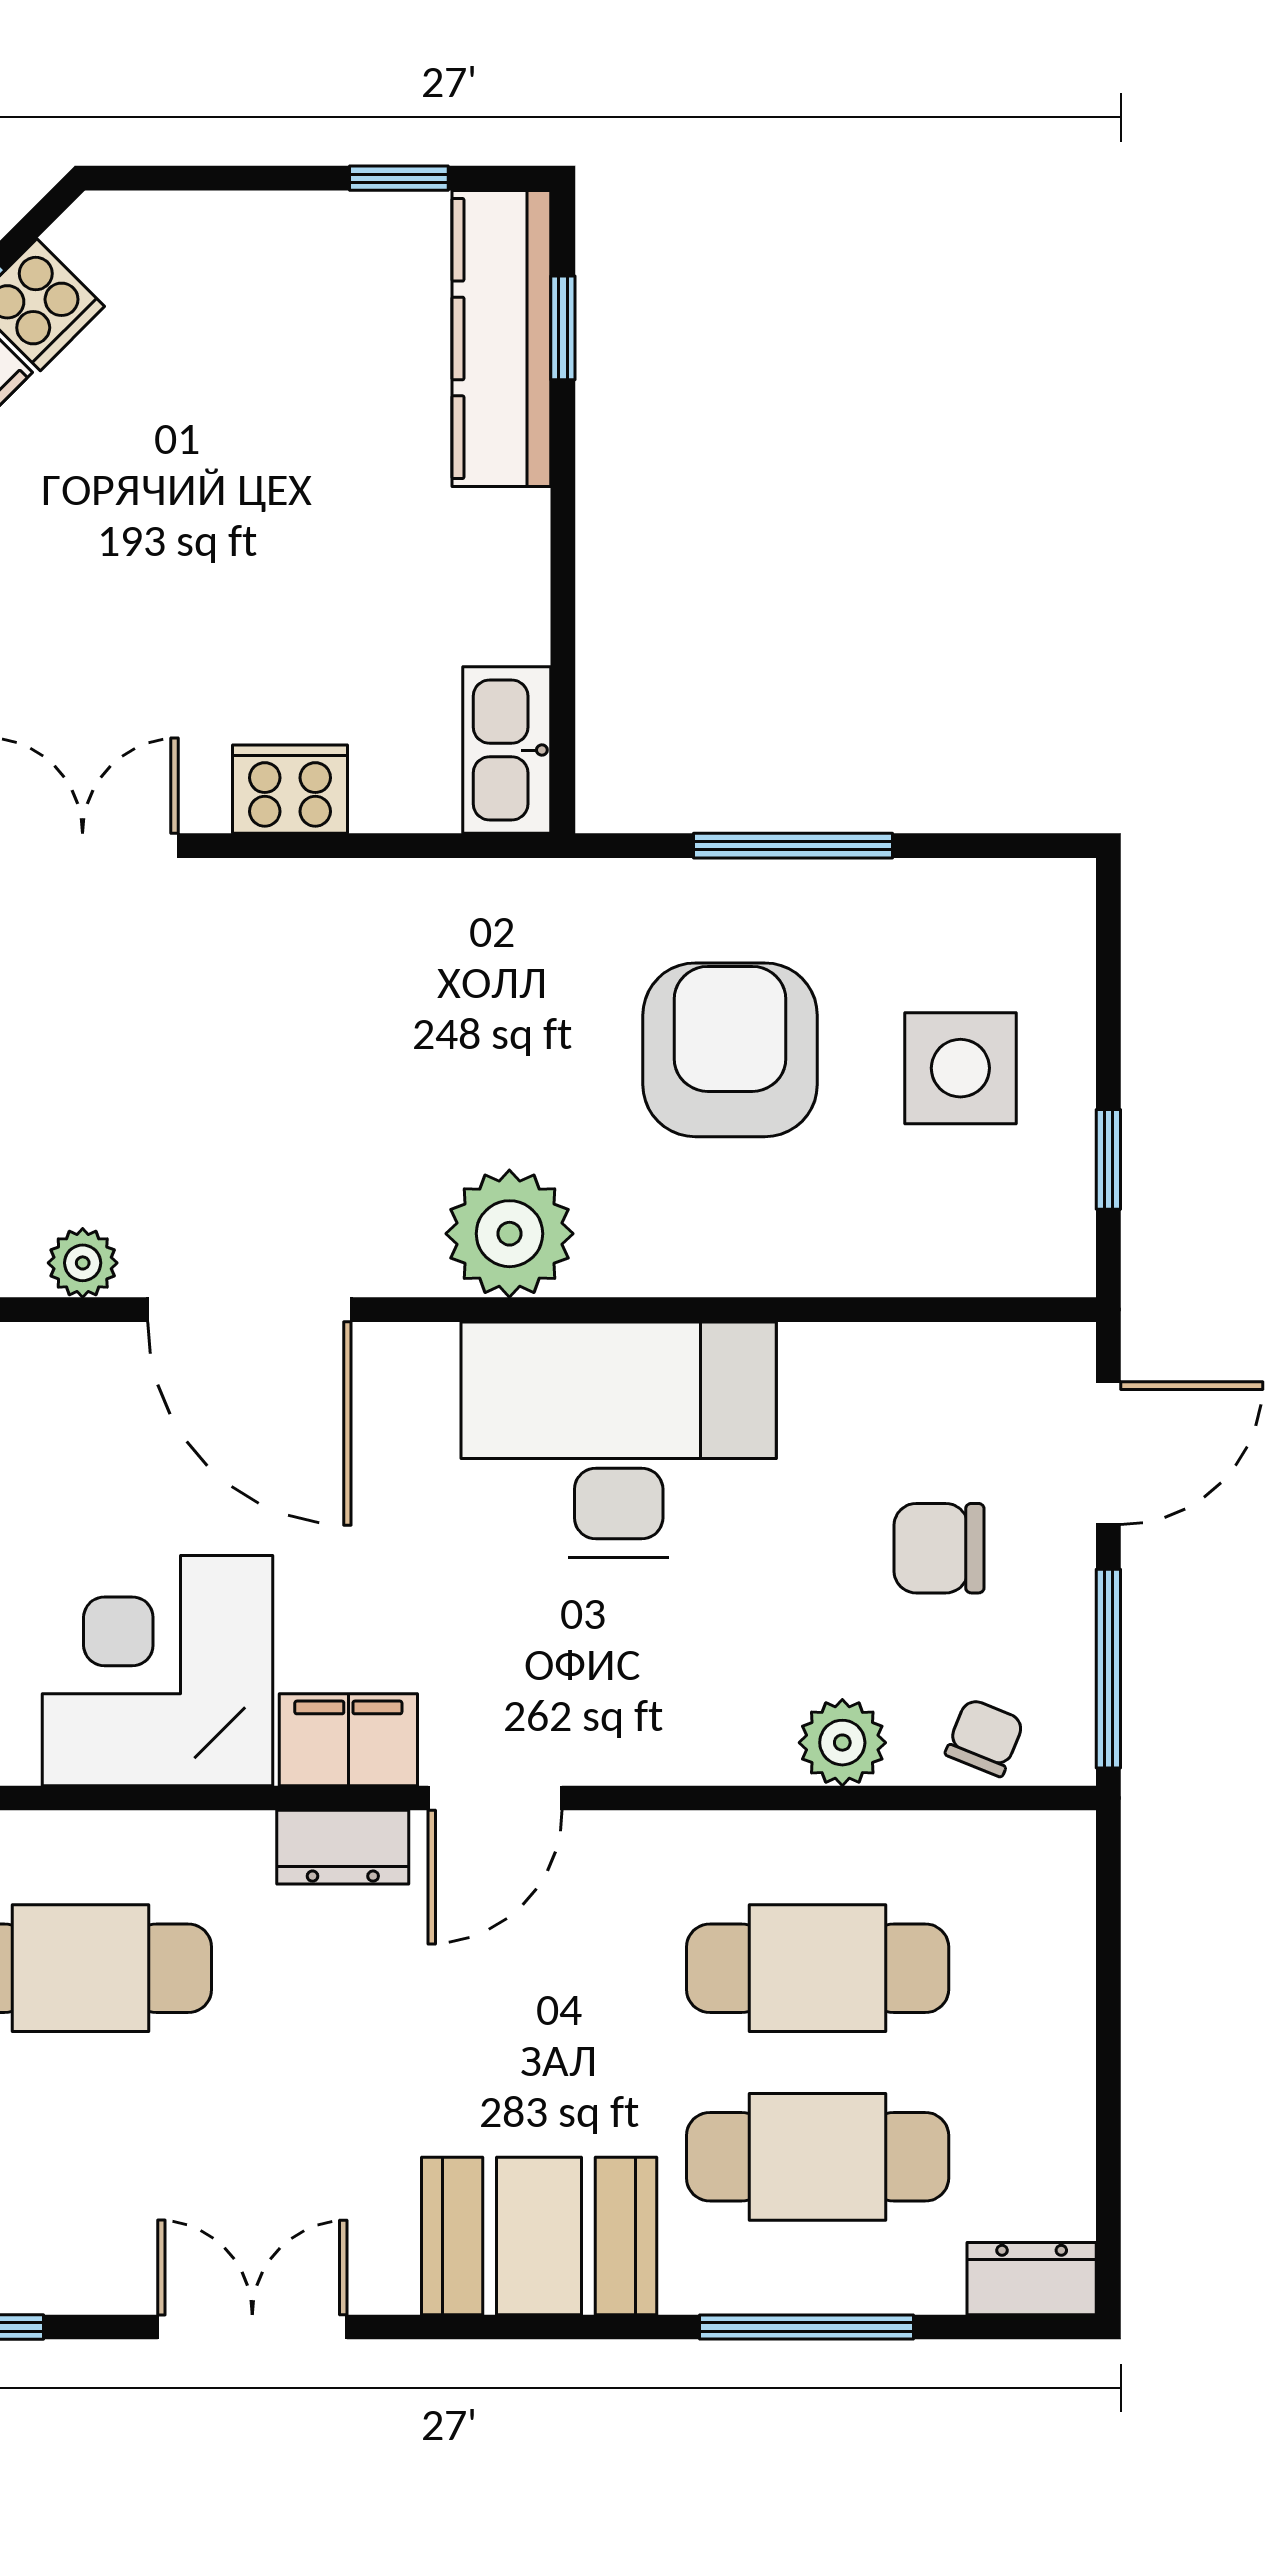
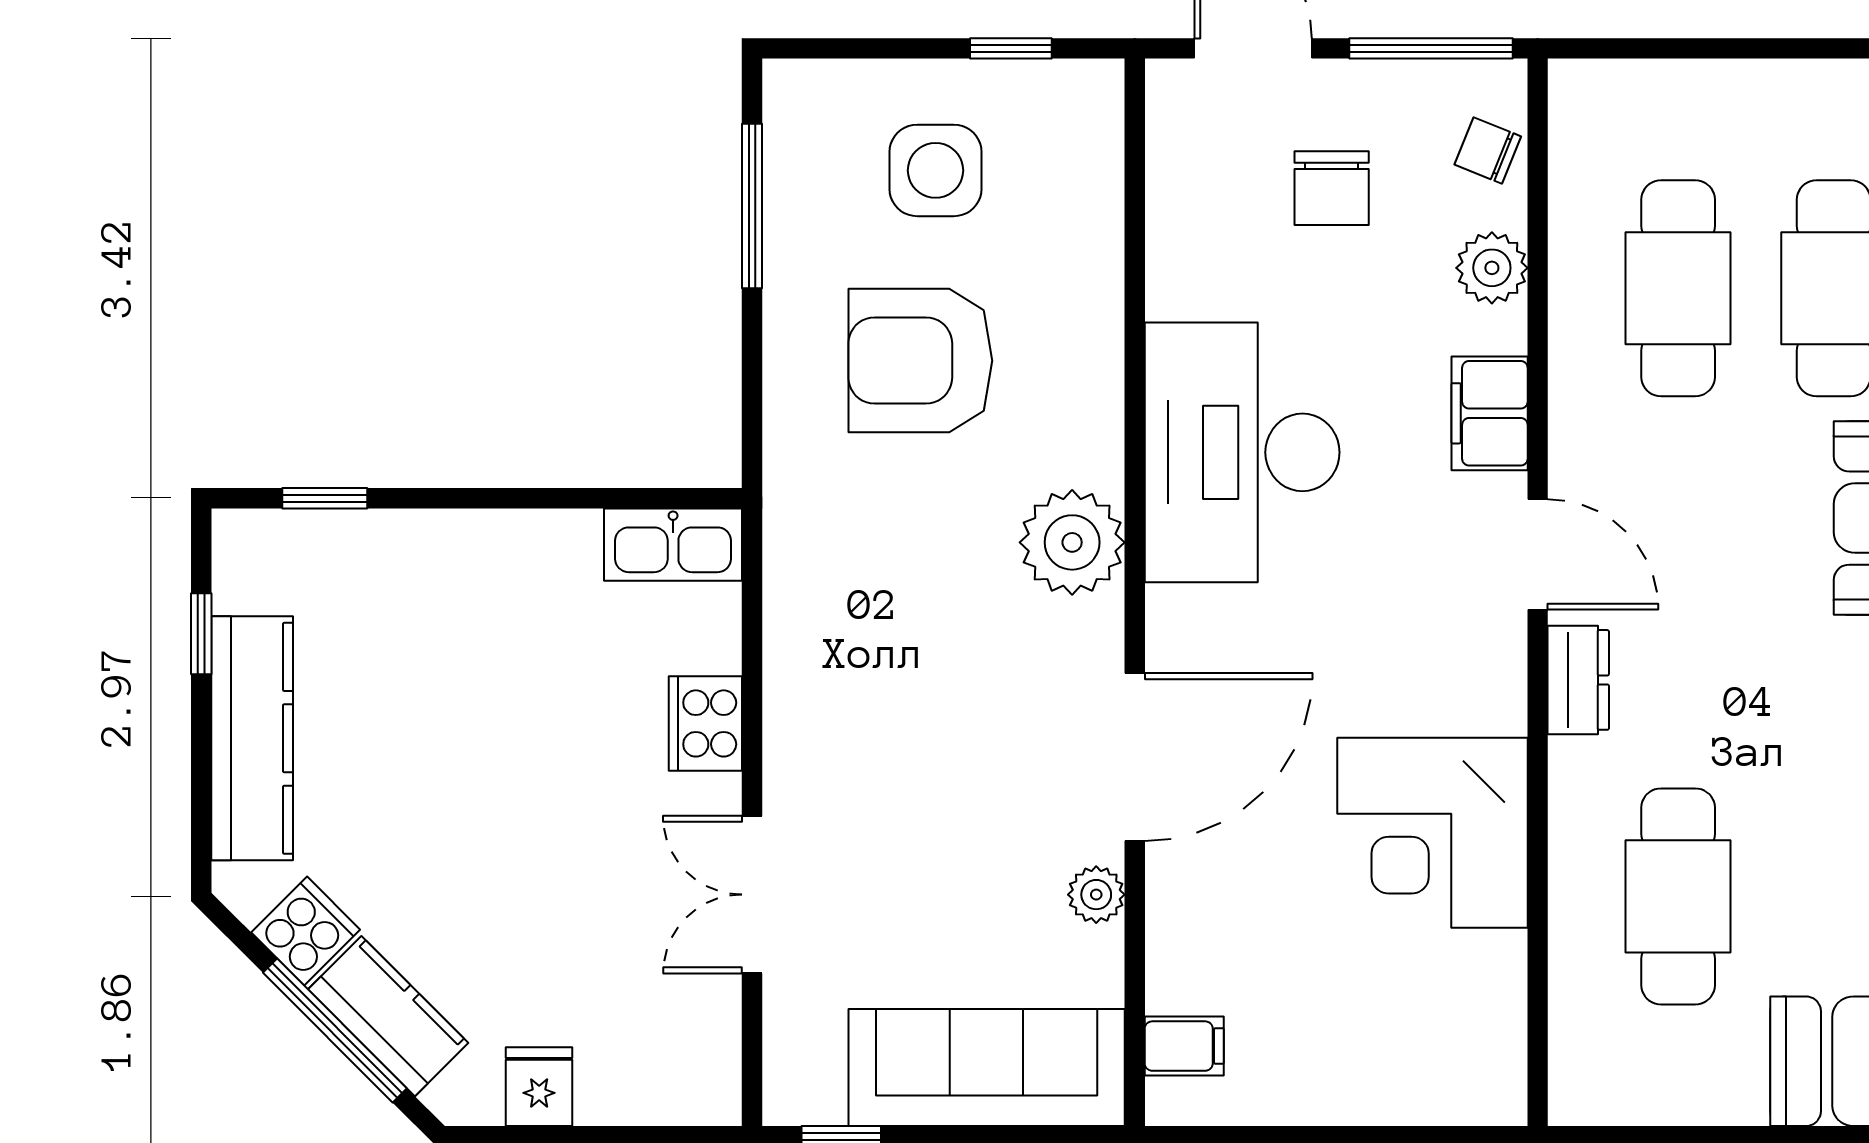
kitchen counter: (501, 338) -> (252, 738), moved, turned -90
window: (793, 846) -> (752, 206), moved
filing cabinet: (348, 1740) -> (1490, 413), moved

